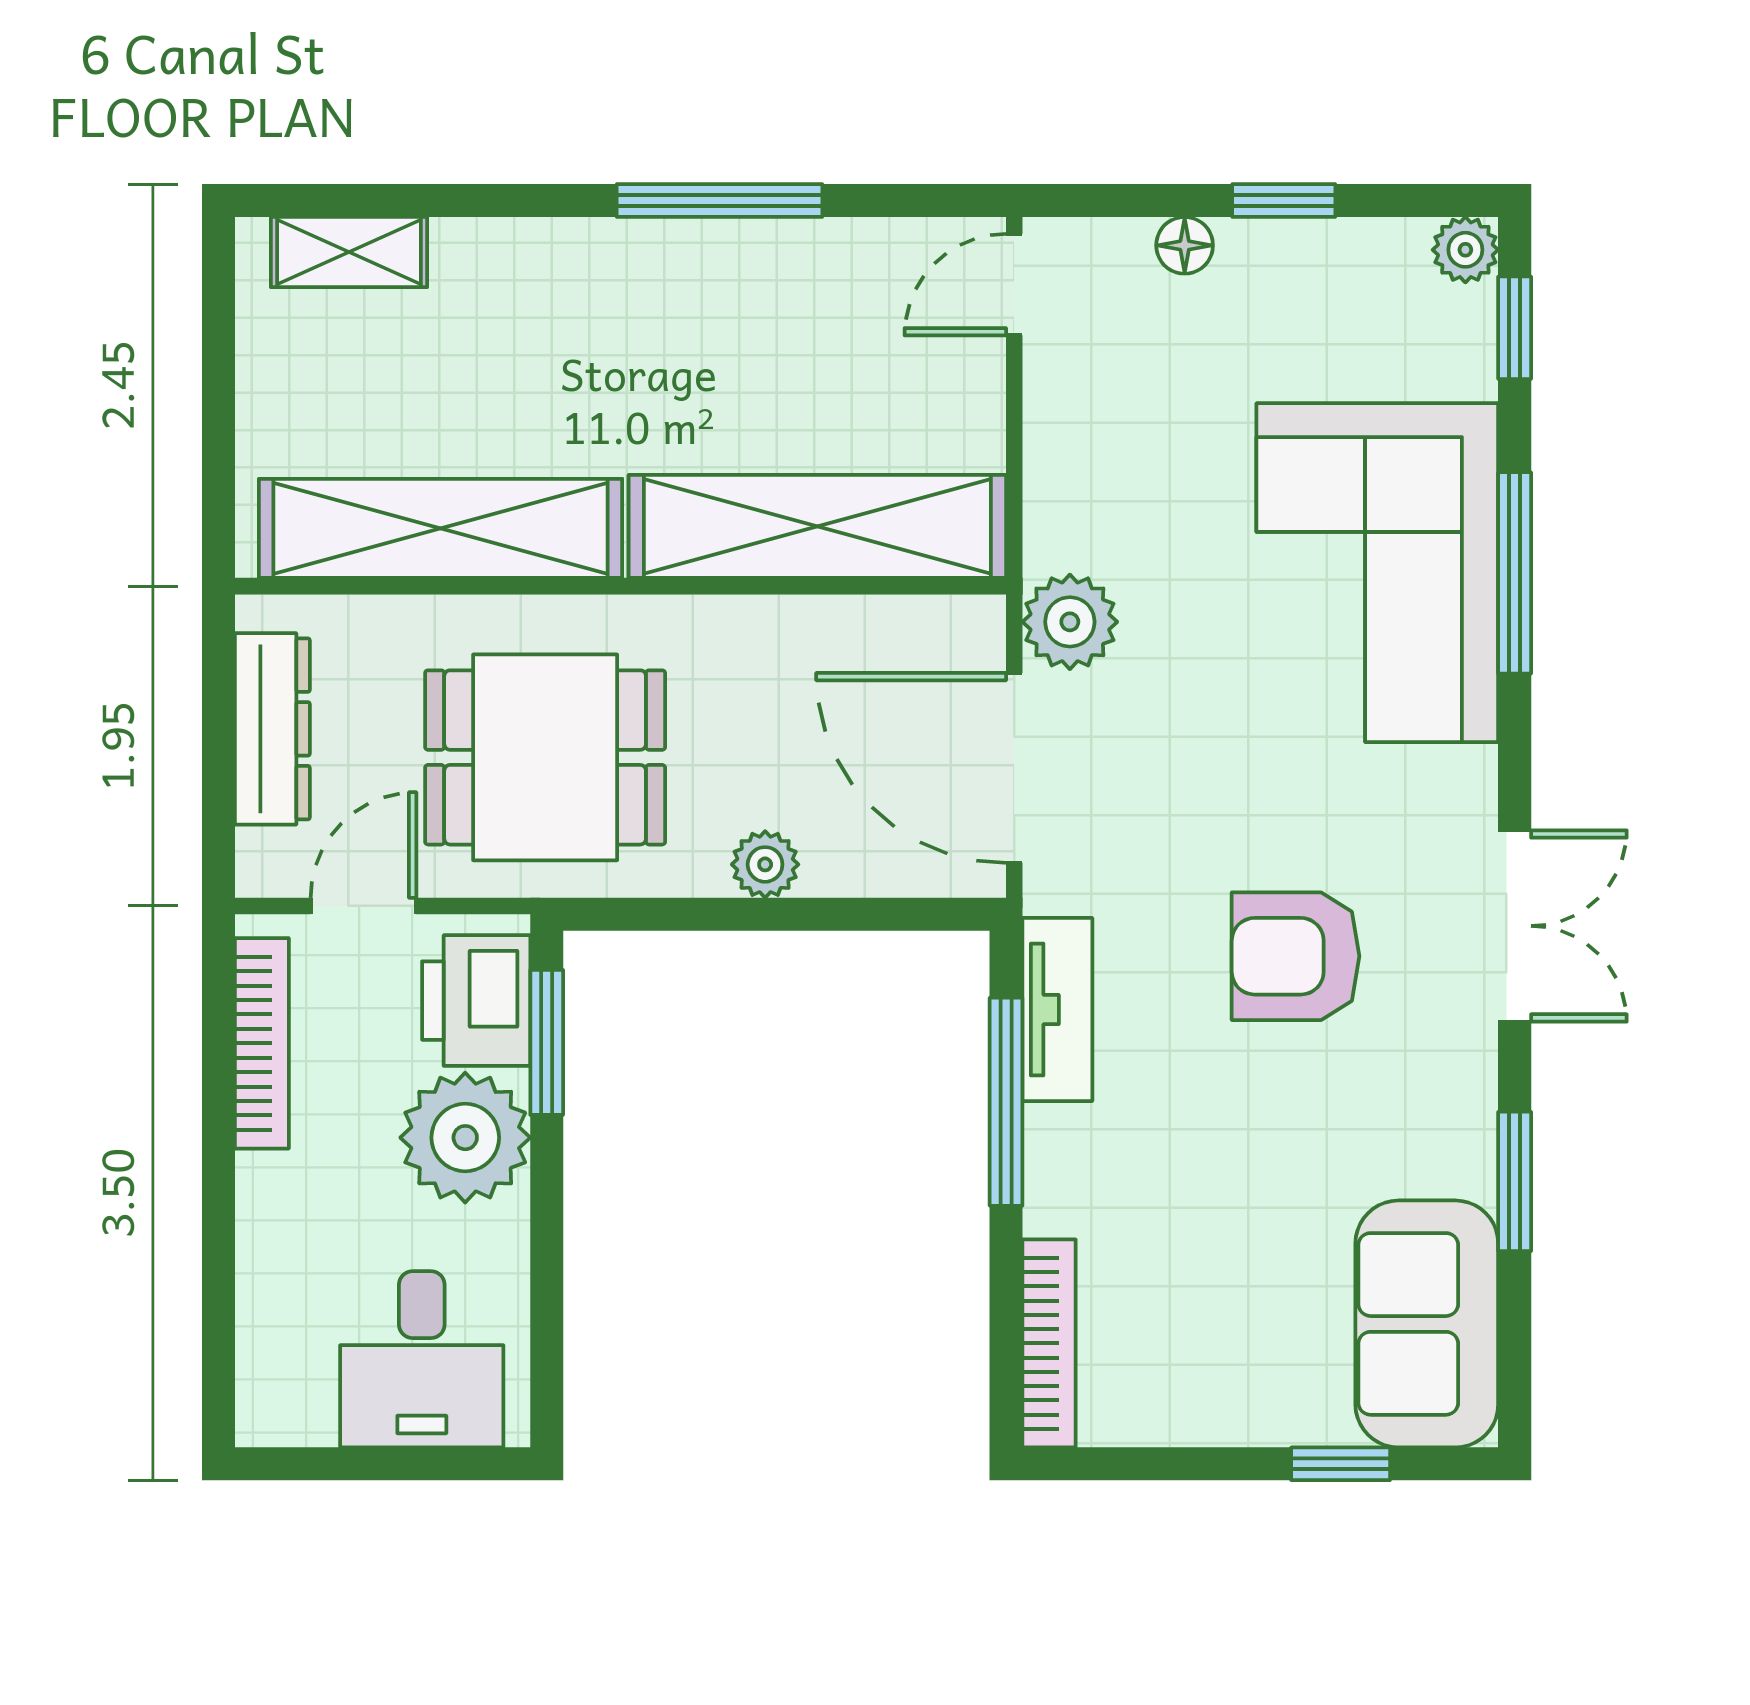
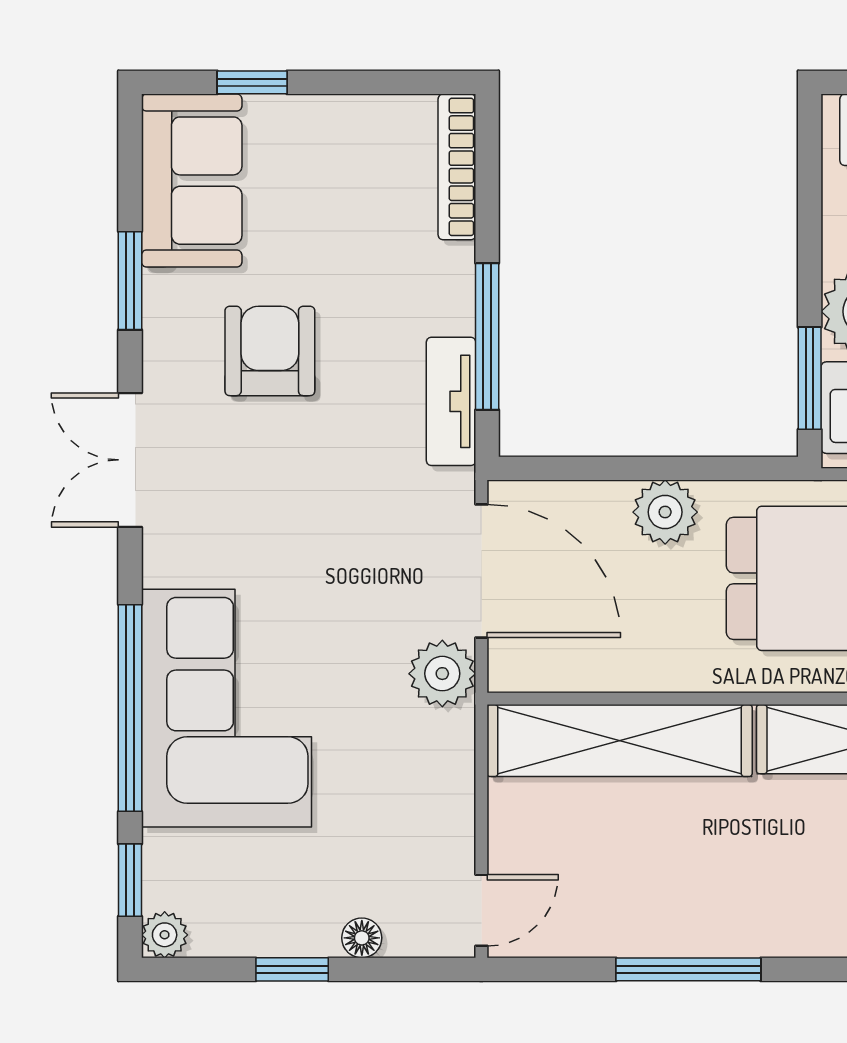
window: (1515, 573) -> (130, 708), width x1.46
plant: (765, 864) -> (665, 512), width x1.38, depth x1.38
armchair: (1296, 956) -> (270, 351), moved, turned -90

